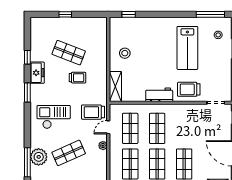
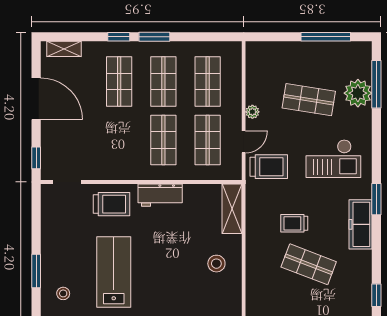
window: (27, 57) -> (376, 295), moved
freezer: (37, 73) -> (361, 224), width x1.40
shop shelf: (69, 153) -> (309, 100), turned 33

